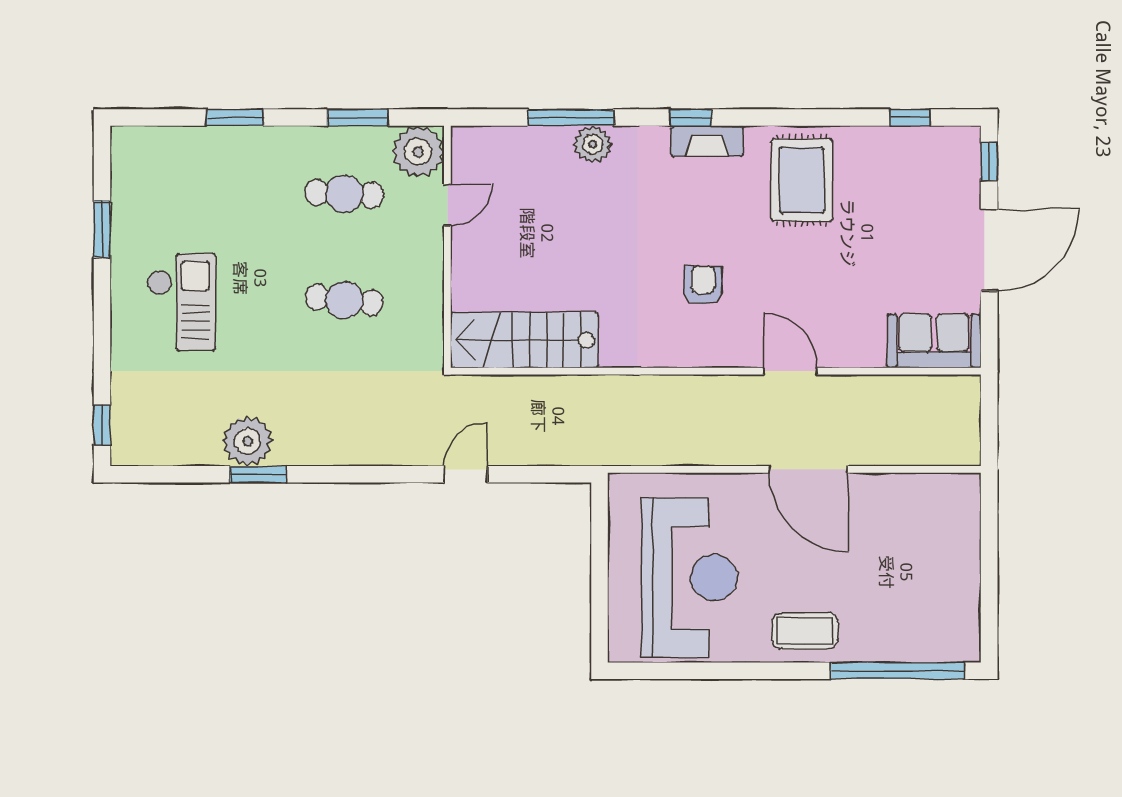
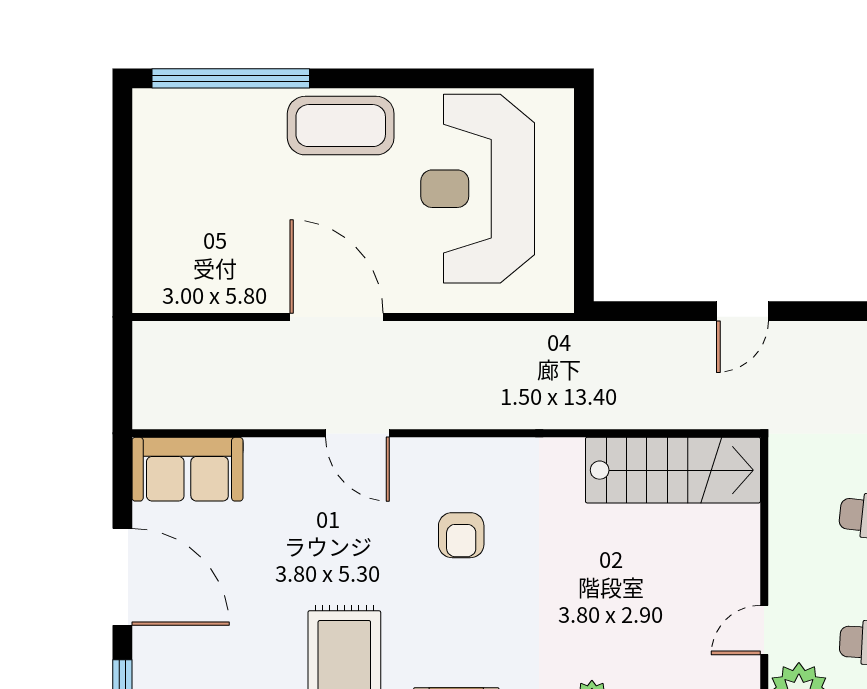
door: (989, 250) -> (122, 577), swing flipped
coffee table: (805, 631) -> (341, 126), width x1.36, depth x1.32

